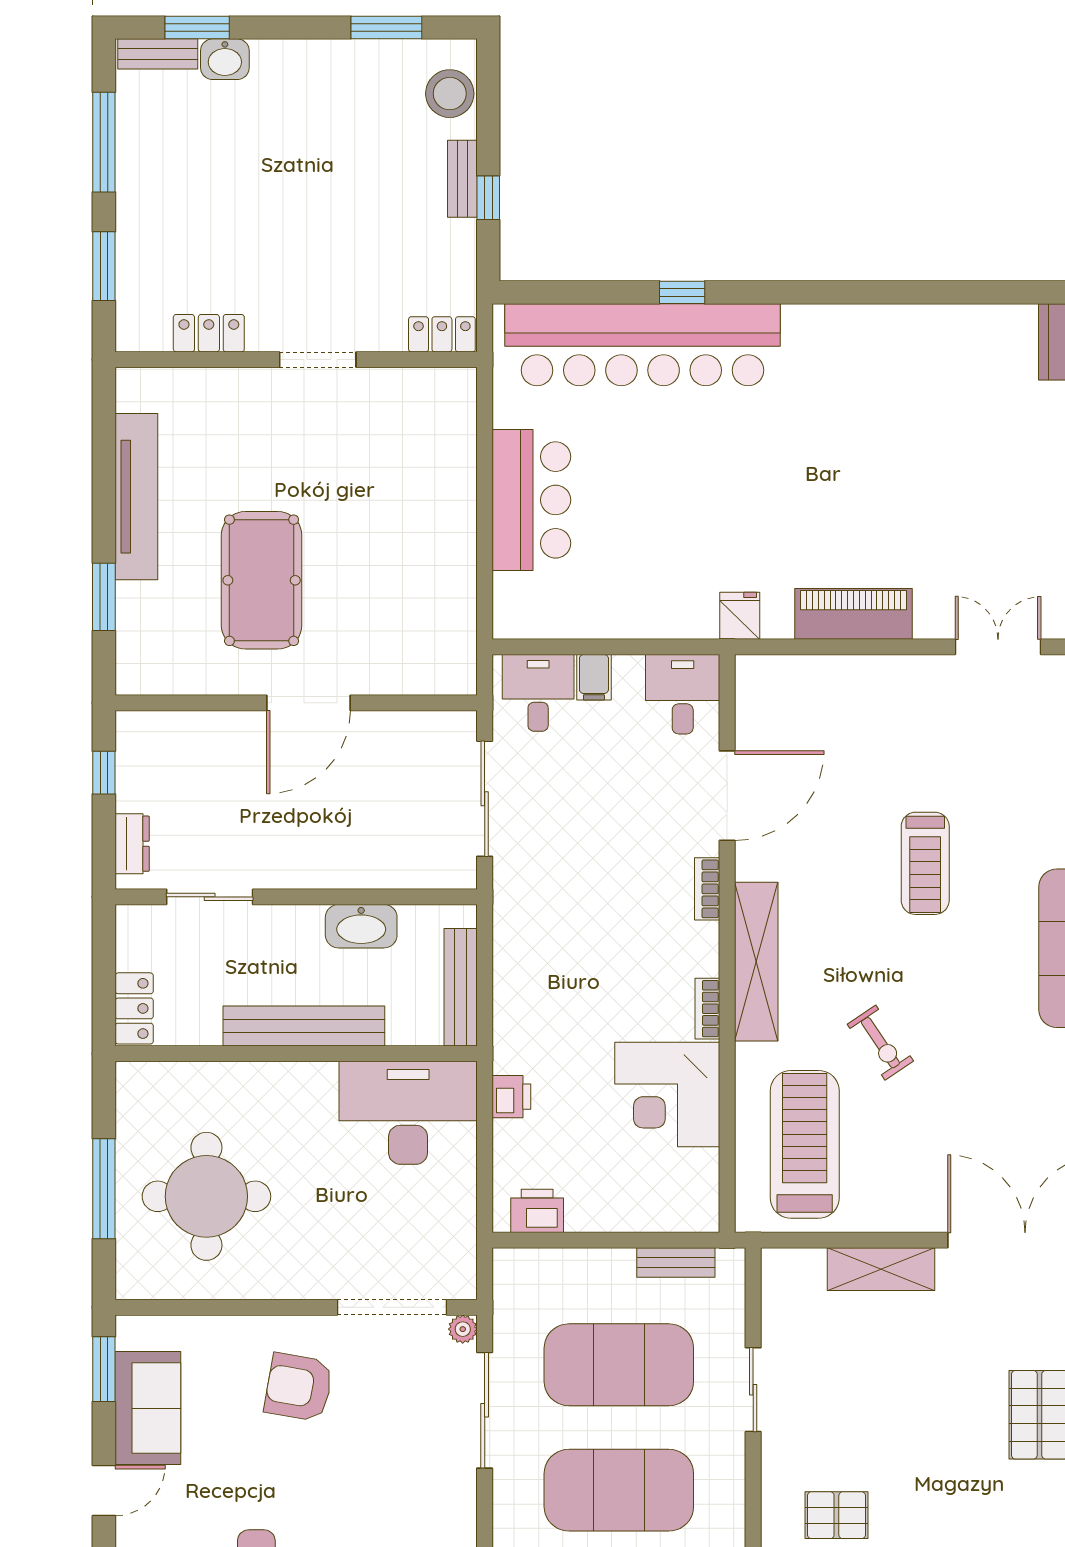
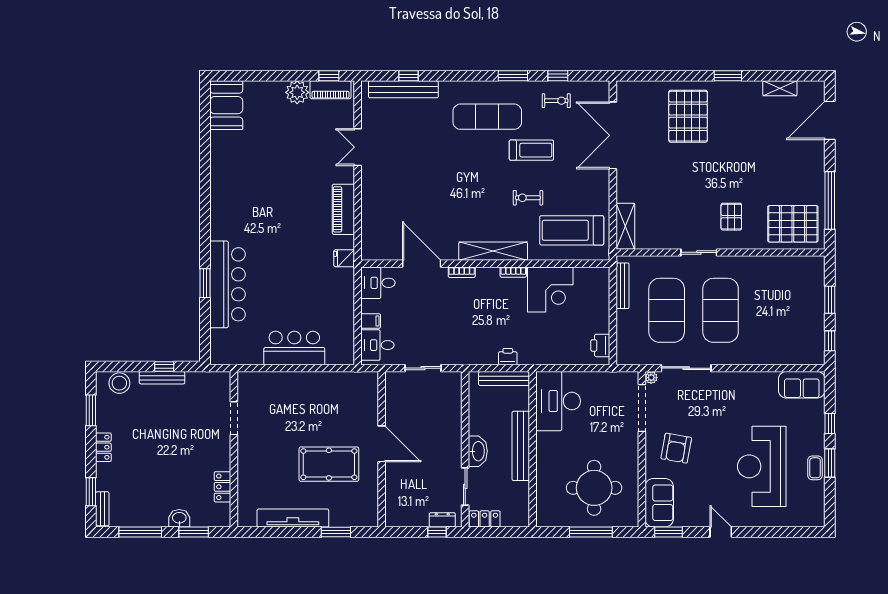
washbasin: (225, 59) -> (179, 518), moved, turned -90
bench: (462, 179) -> (162, 378), width x1.36
window: (682, 292) -> (205, 283), width x1.50
locker: (442, 334) -> (103, 447), moved, turned 180
bar counter: (642, 345) -> (227, 284), width x0.73
doorway: (318, 360) -> (234, 418), moved
window: (104, 773) -> (437, 532), moved
sliding door: (485, 799) -> (423, 368), width x0.73
treadmill: (925, 863) -> (531, 150), moved
washbasin: (361, 926) -> (478, 451), moved
locker: (134, 1008) -> (485, 519), moved
exercise bike: (880, 1043) -> (528, 198), turned -146
printer: (511, 1097) -> (508, 357), moved
bench: (676, 1263) -> (623, 286), width x1.36
shelving: (881, 1269) -> (625, 226), moved
sliding door: (753, 1390) -> (699, 252), moved
sofa: (148, 1408) -> (659, 503), moved, turned 90

